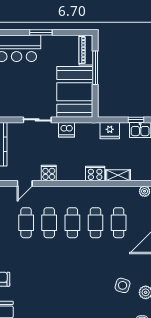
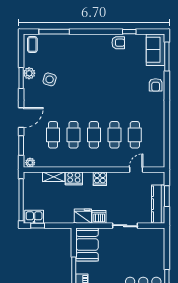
booth: (75, 92) -> (87, 244), width x0.73, depth x0.70
fridge: (110, 131) -> (83, 216), moved
cooker: (49, 173) -> (100, 179), moved

